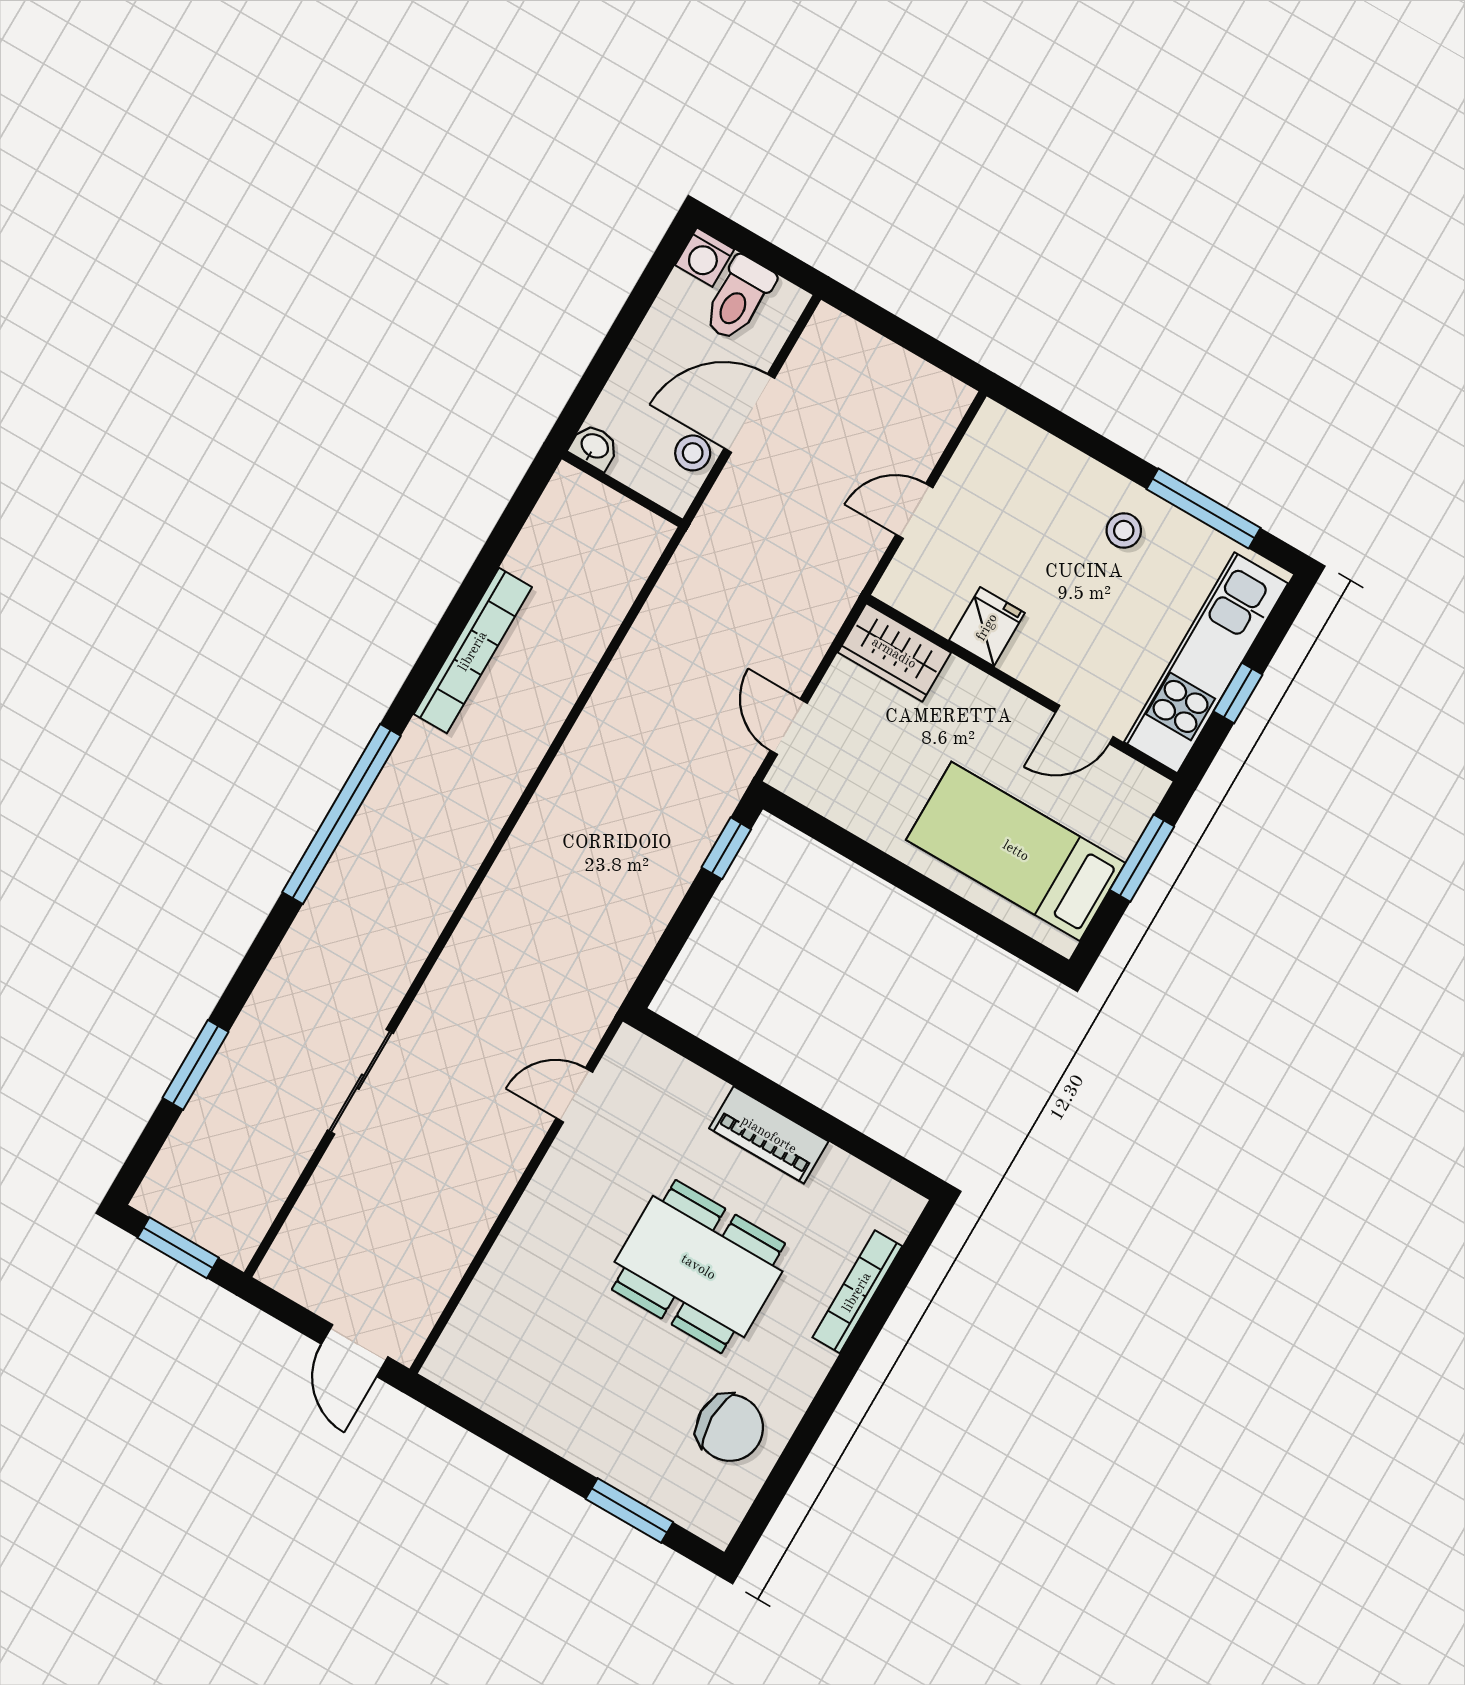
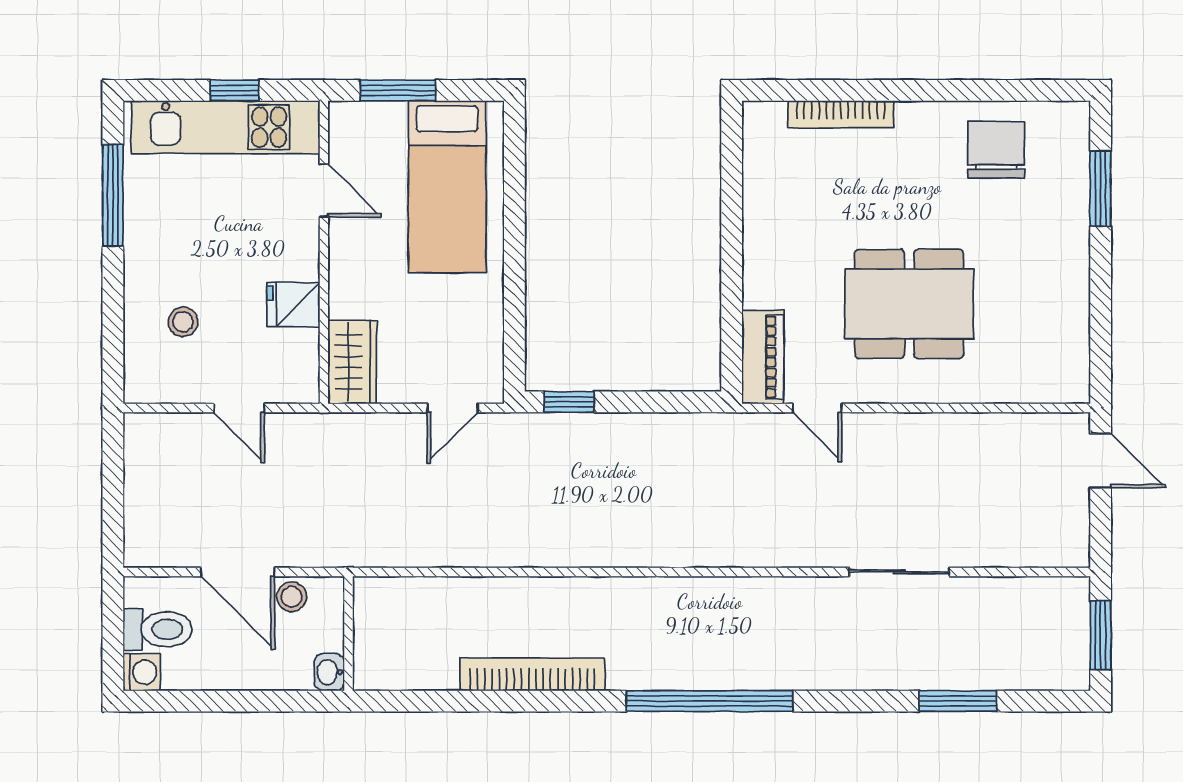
stool: (1124, 531) -> (183, 322), moved
piano: (769, 1135) -> (763, 357), moved
dining table: (698, 1267) -> (909, 304), moved, turned 90
door: (355, 1351) -> (1101, 461), hinge flipped

